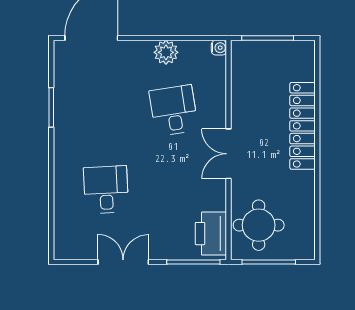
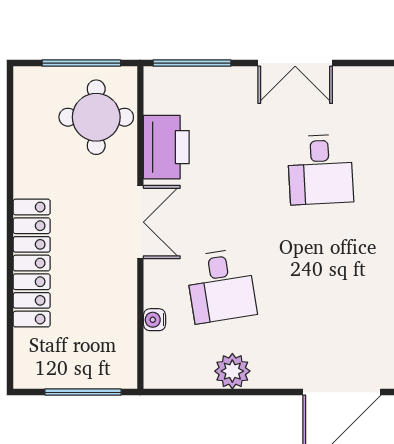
water cooler: (219, 48) -> (154, 320), moved
printer: (211, 234) -> (166, 147), moved

